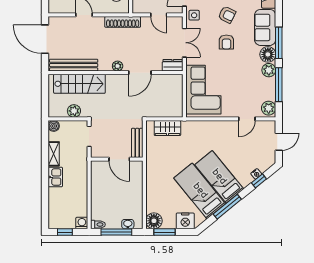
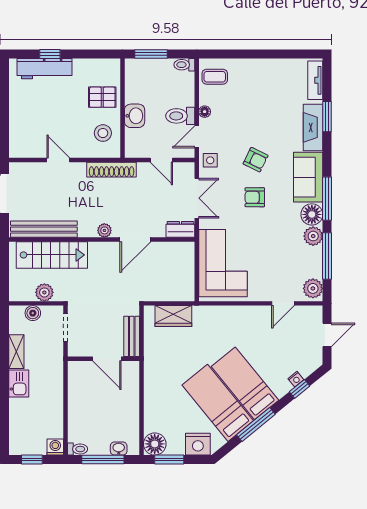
armchair: (226, 42) -> (255, 197), turned 90
boiler: (54, 126) -> (33, 313), moved

